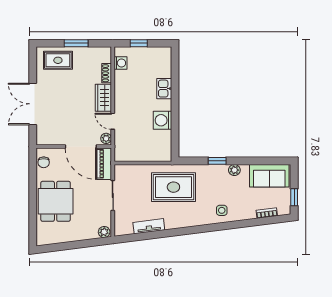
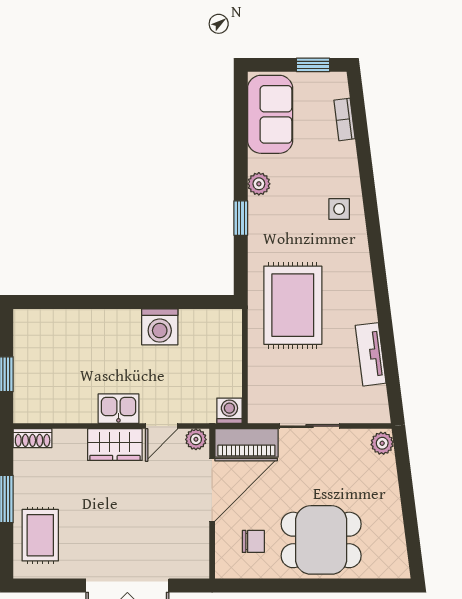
washing machine: (120, 63) -> (229, 411), moved
shoe rack: (107, 73) -> (33, 438), moved
kitchen sink: (164, 89) -> (118, 409), moved, turned 180
chair: (44, 162) -> (253, 541), moved

